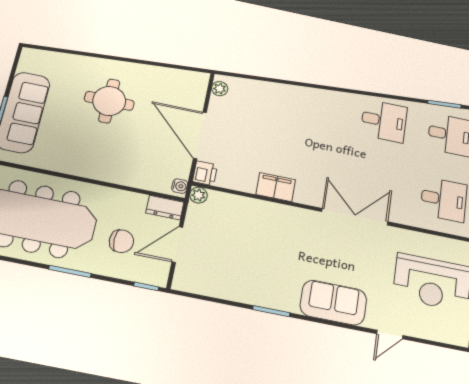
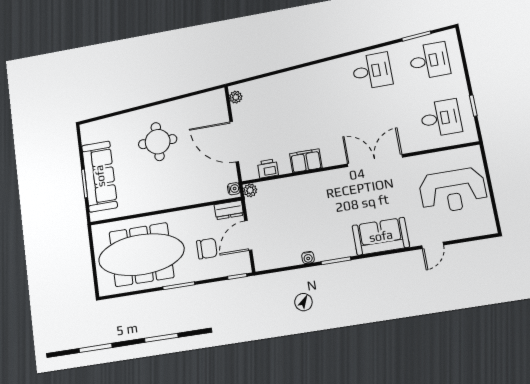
printer: (205, 173) -> (268, 168), moved, turned -90
water cooler: (240, 296) -> (308, 258), added

